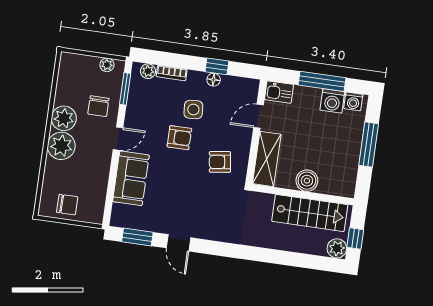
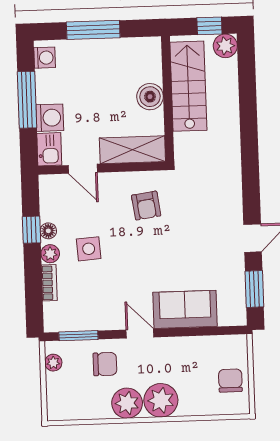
plant: (148, 71) -> (50, 254), moved
washing machine: (332, 101) -> (50, 118), moved
armchair: (179, 138) -> (126, 260), removed

